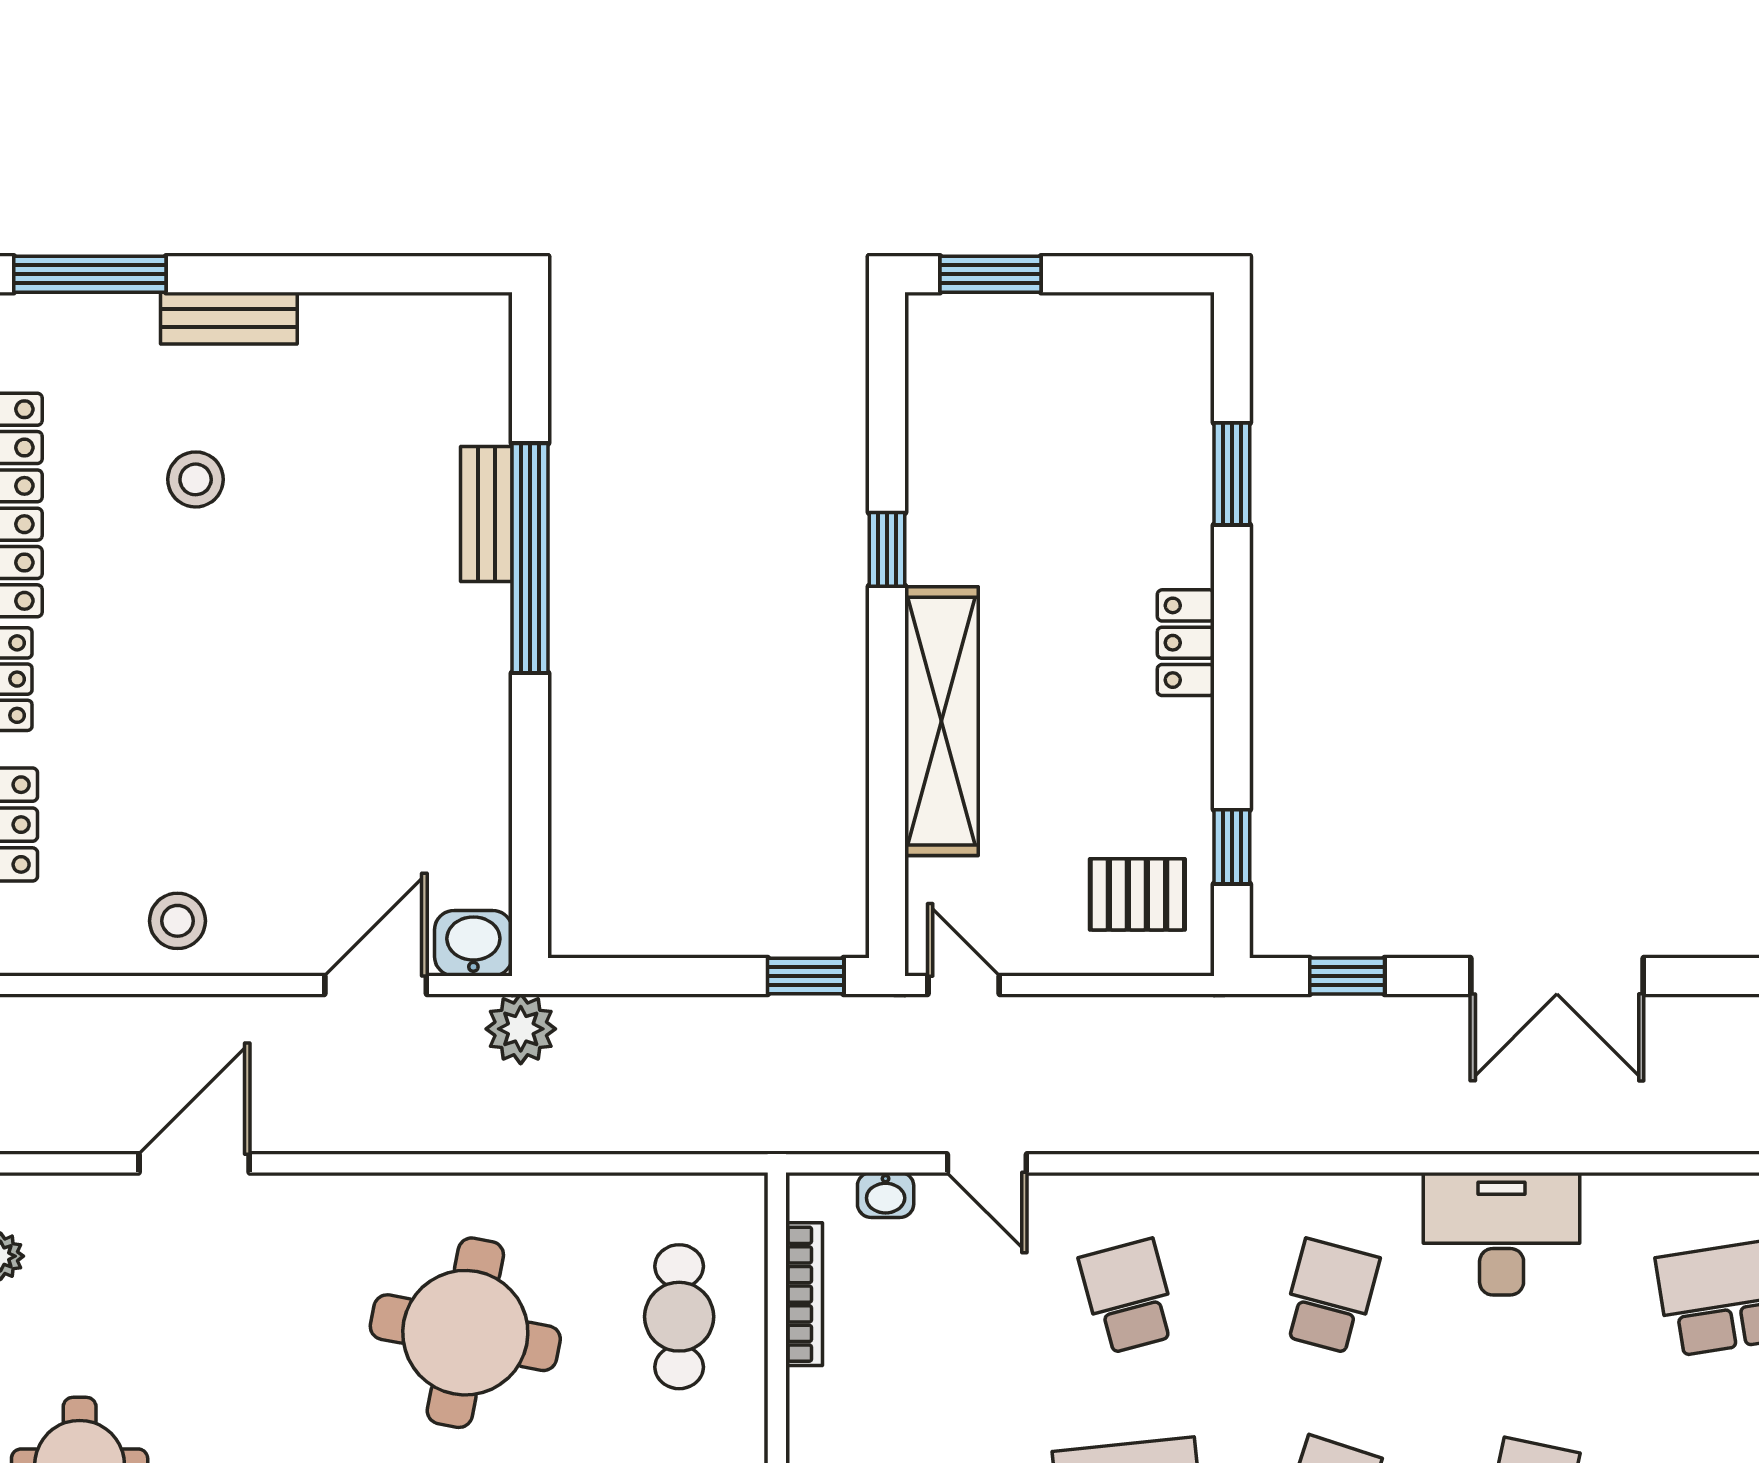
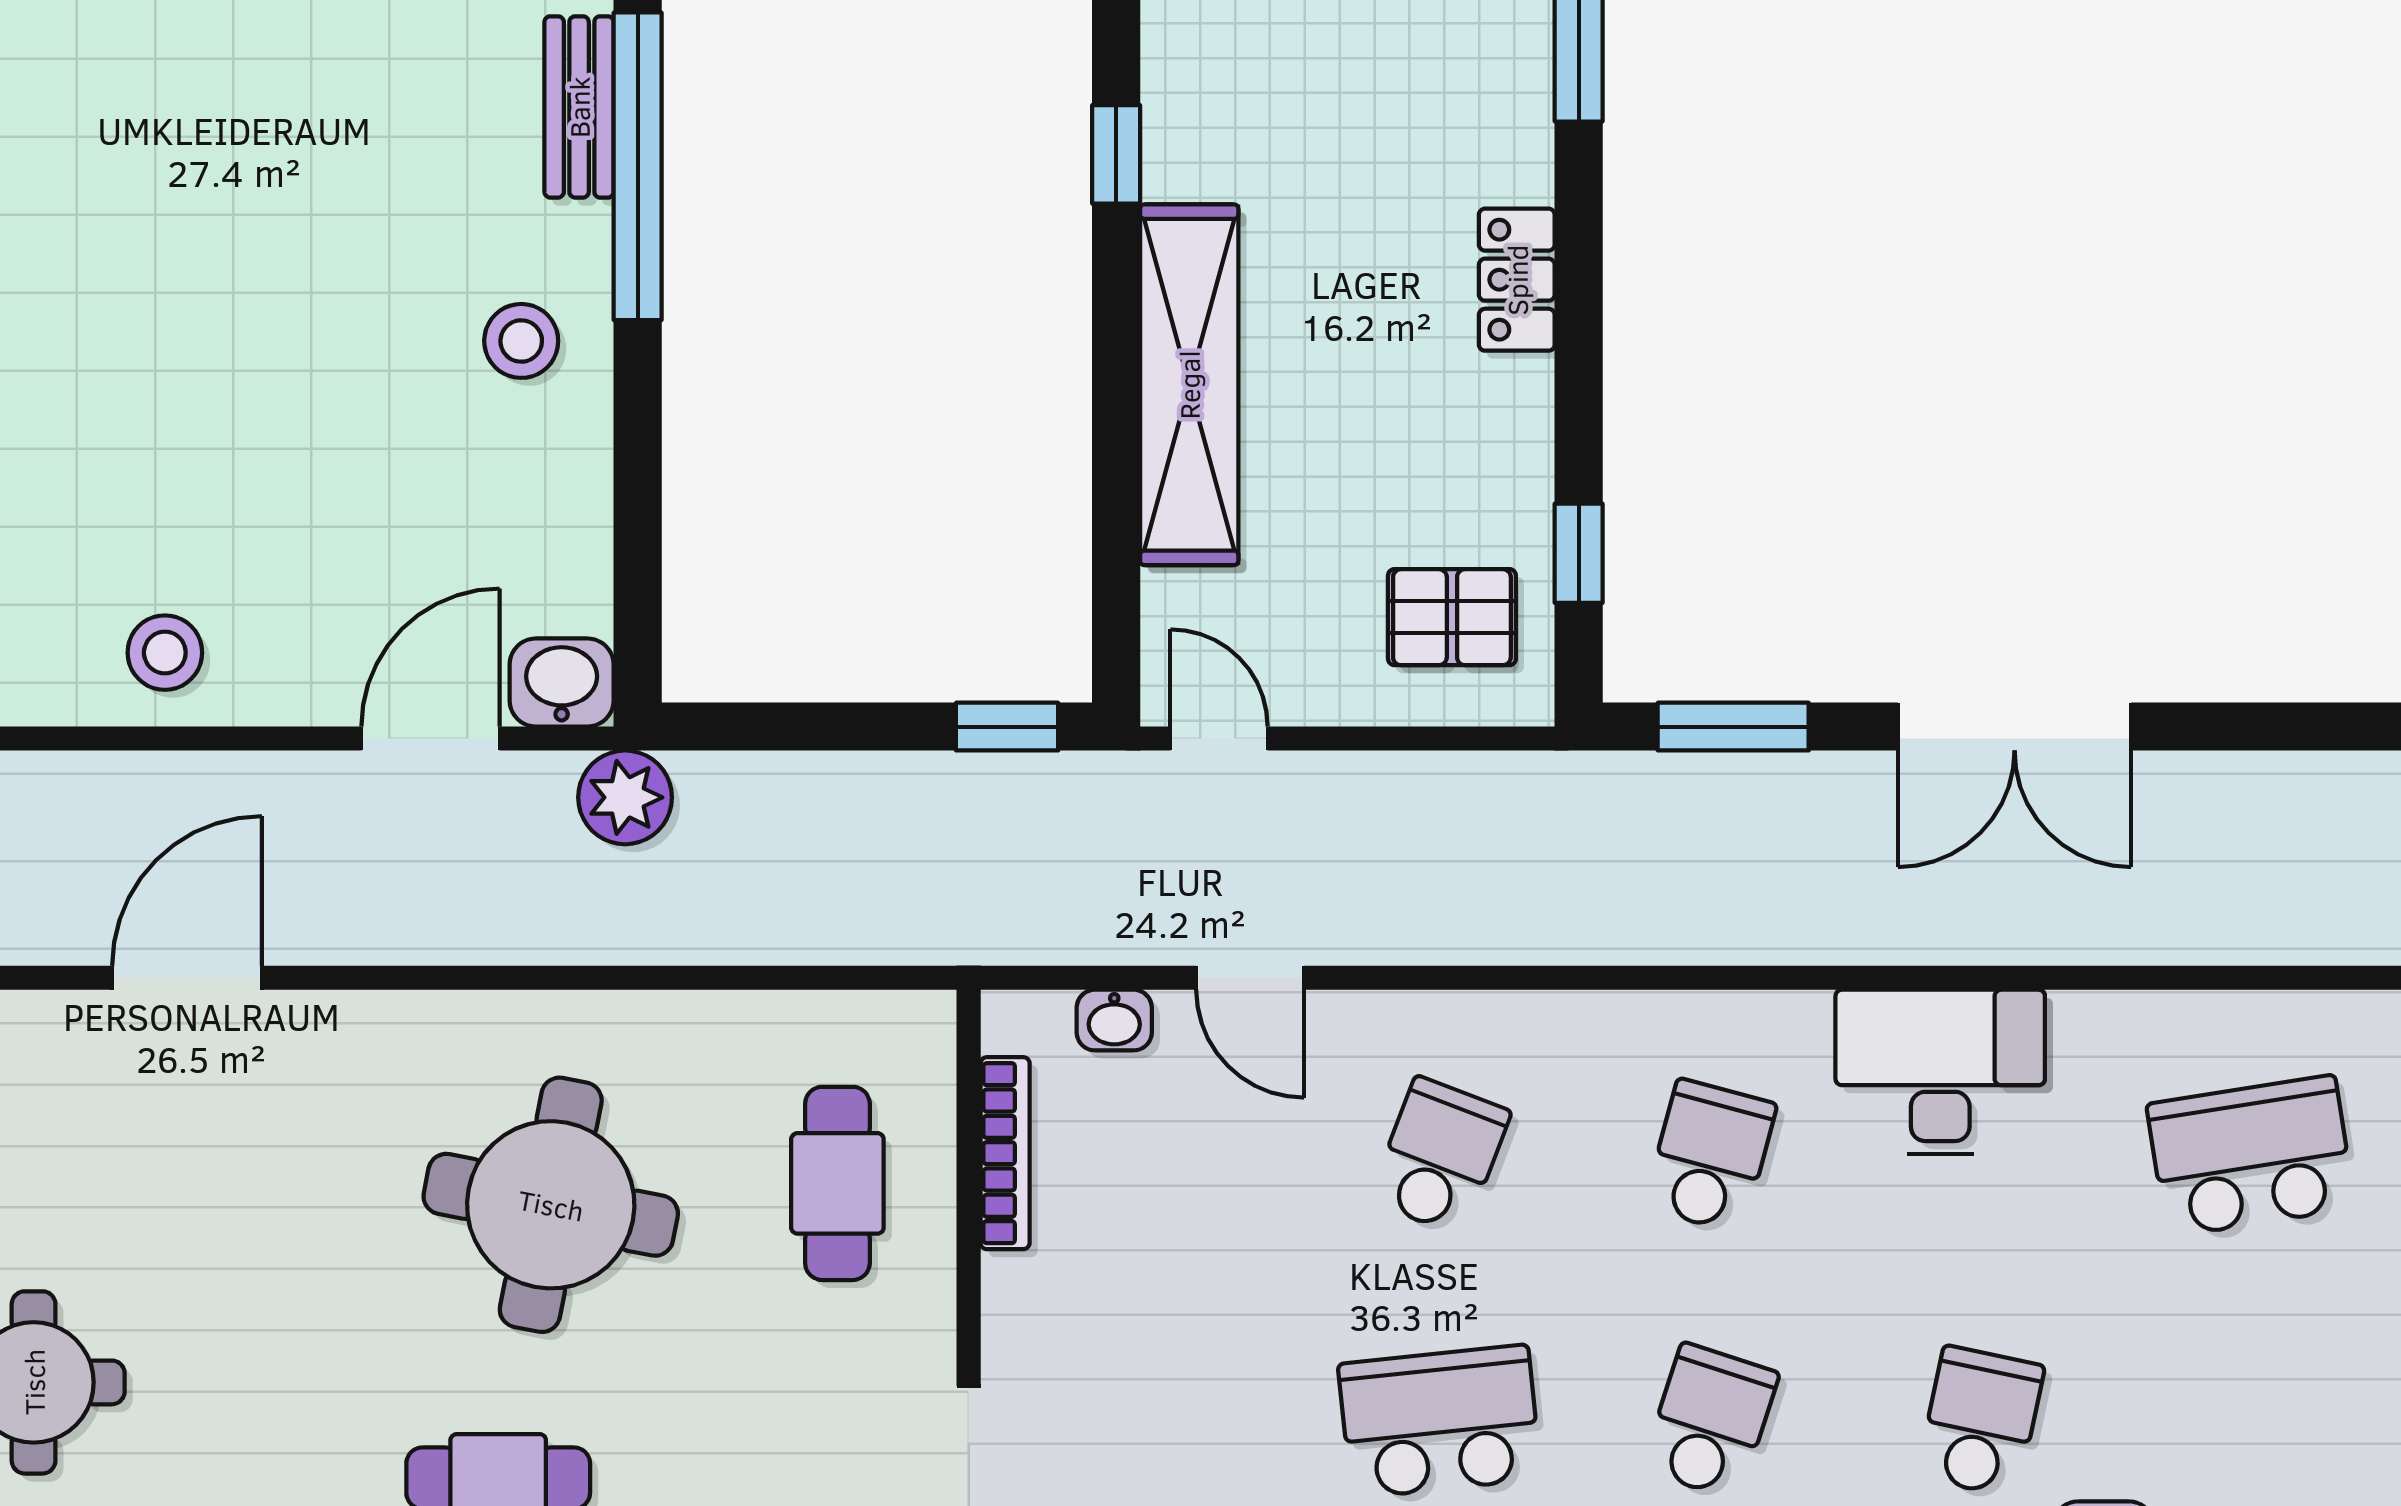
stool: (196, 479) -> (521, 341), moved
window: (1347, 976) -> (1733, 727), width x1.50
school desk: (1128, 1296) -> (1440, 1156), turned 36

